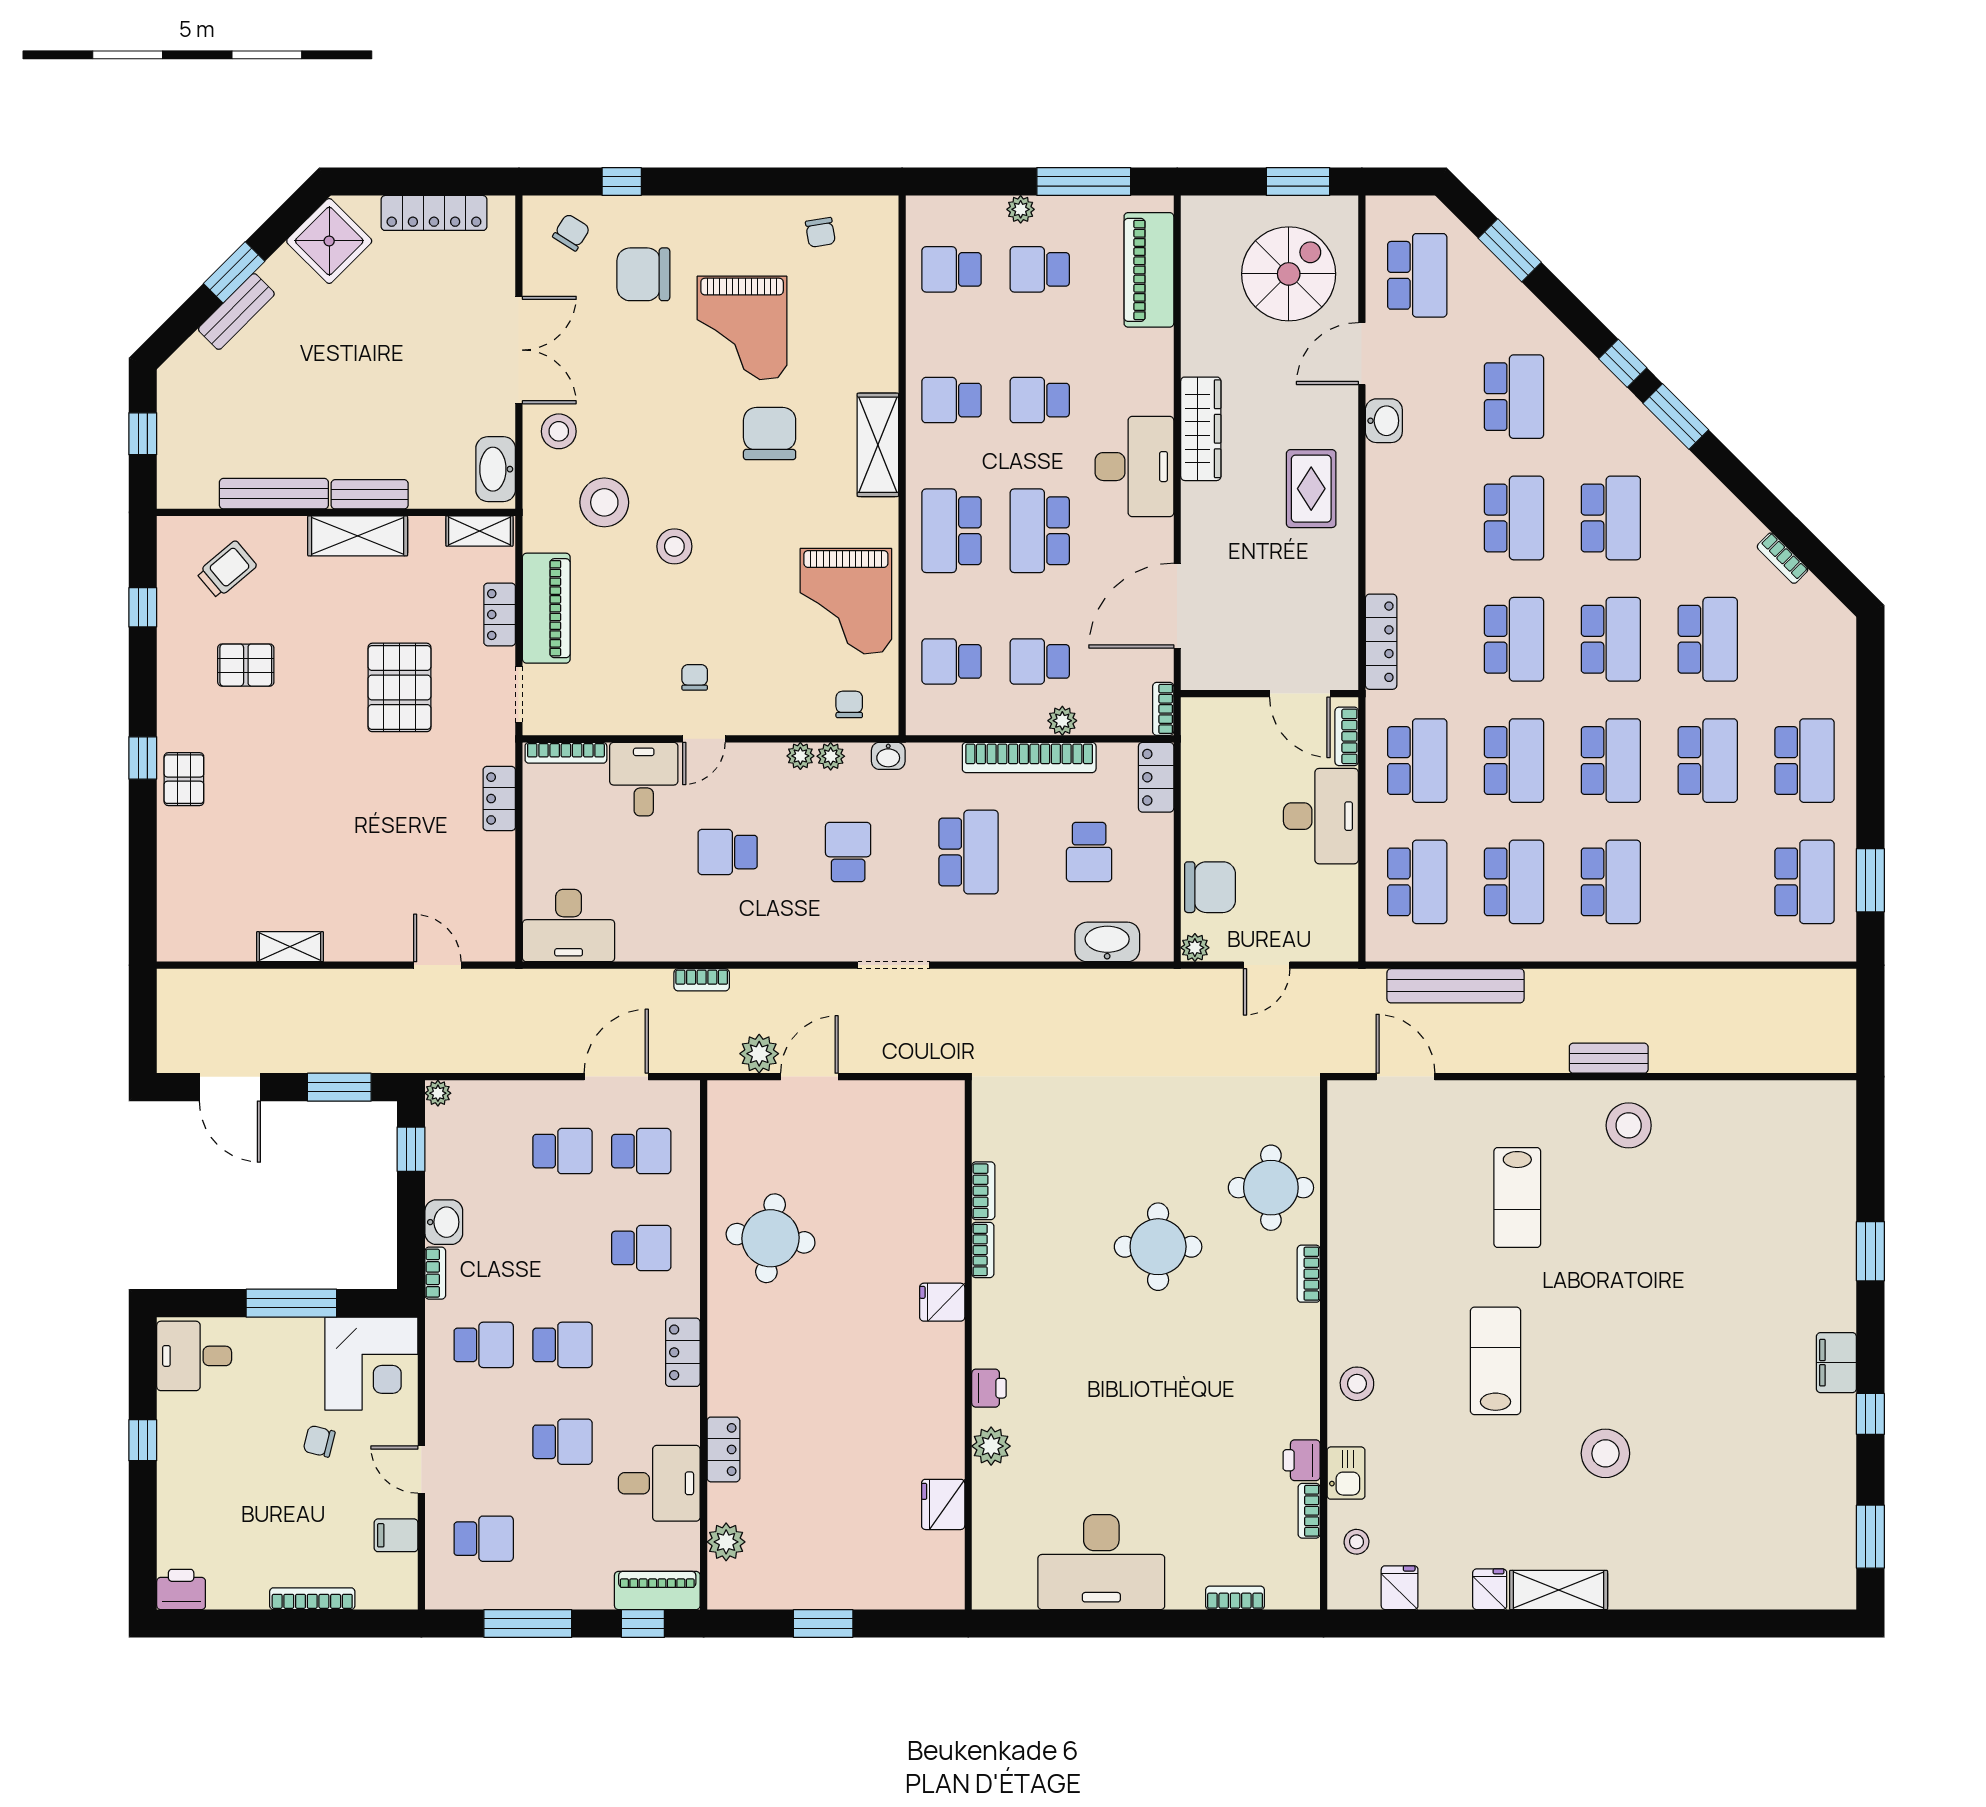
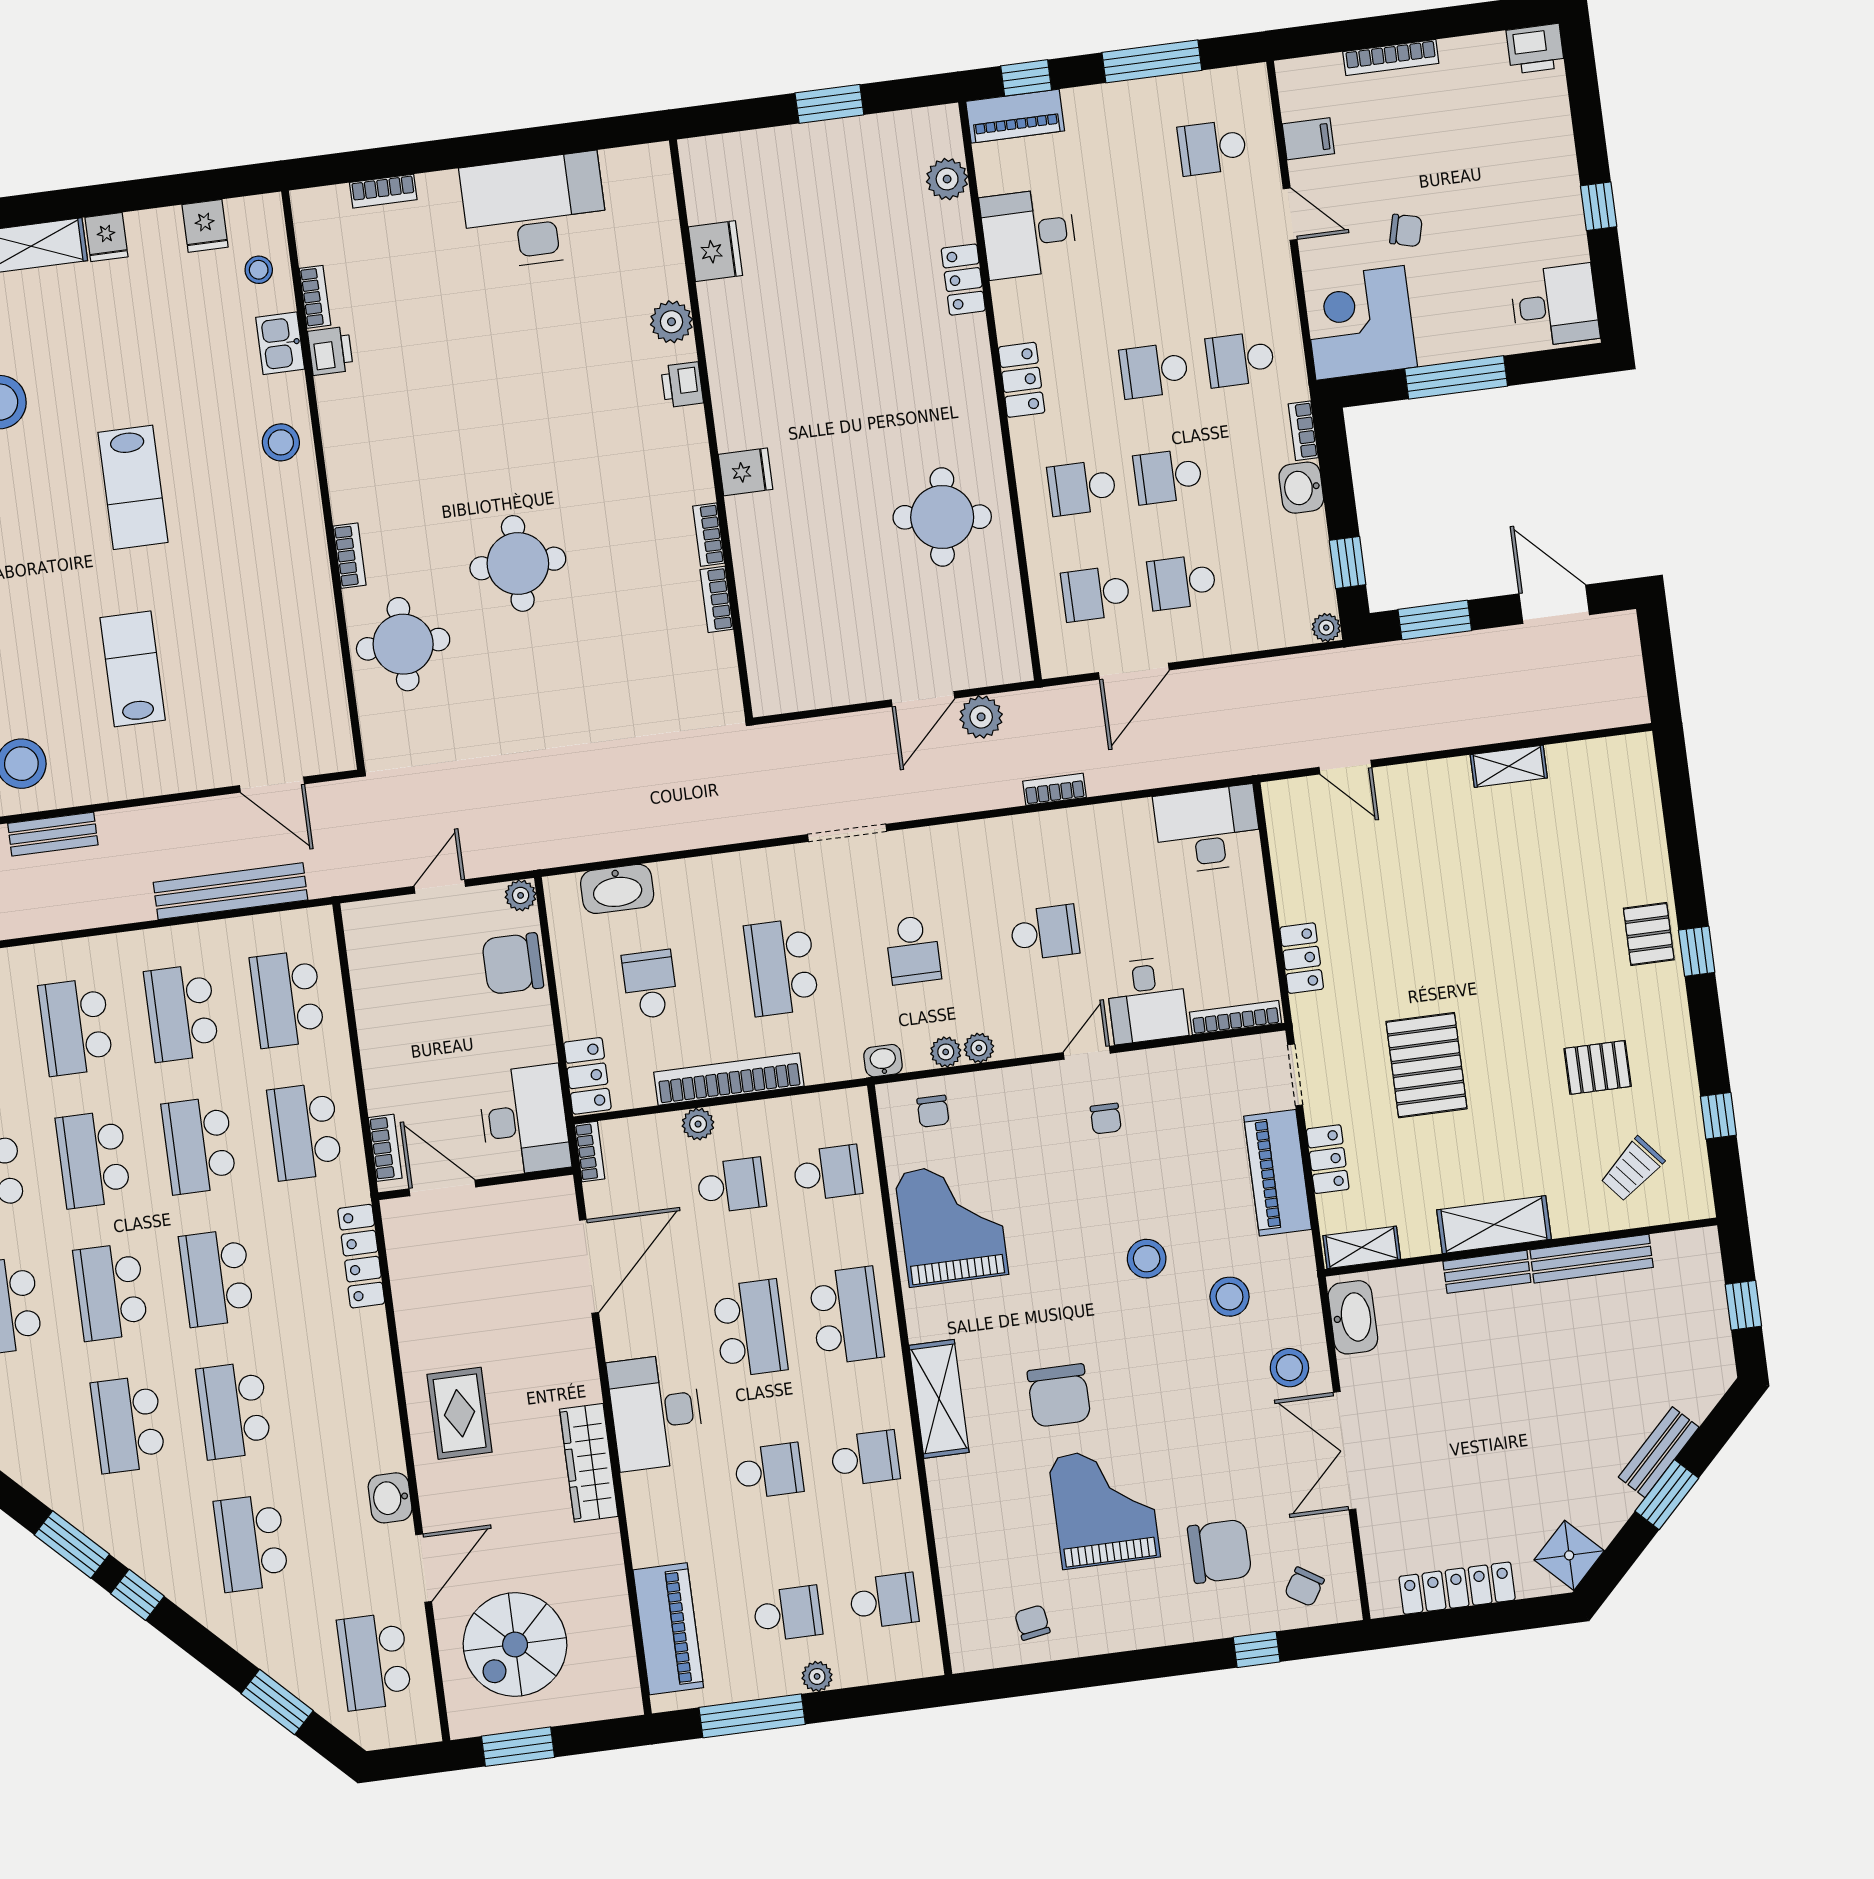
shower: (329, 241) -> (1569, 1555), width x0.73, depth x0.73
stool: (604, 502) -> (1230, 1297), width x0.73, depth x0.73
desk: (1321, 816) -> (524, 1120), moved, turned 180
school desk: (562, 1442) -> (1168, 476), moved

